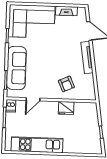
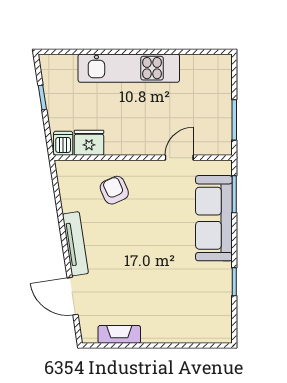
corner sofa: (32, 21) -> (187, 311), removed
dishwasher: (11, 106) -> (63, 143), moved
fridge: (66, 108) -> (89, 143), moved
kitchen unit: (37, 145) -> (129, 68), moved

